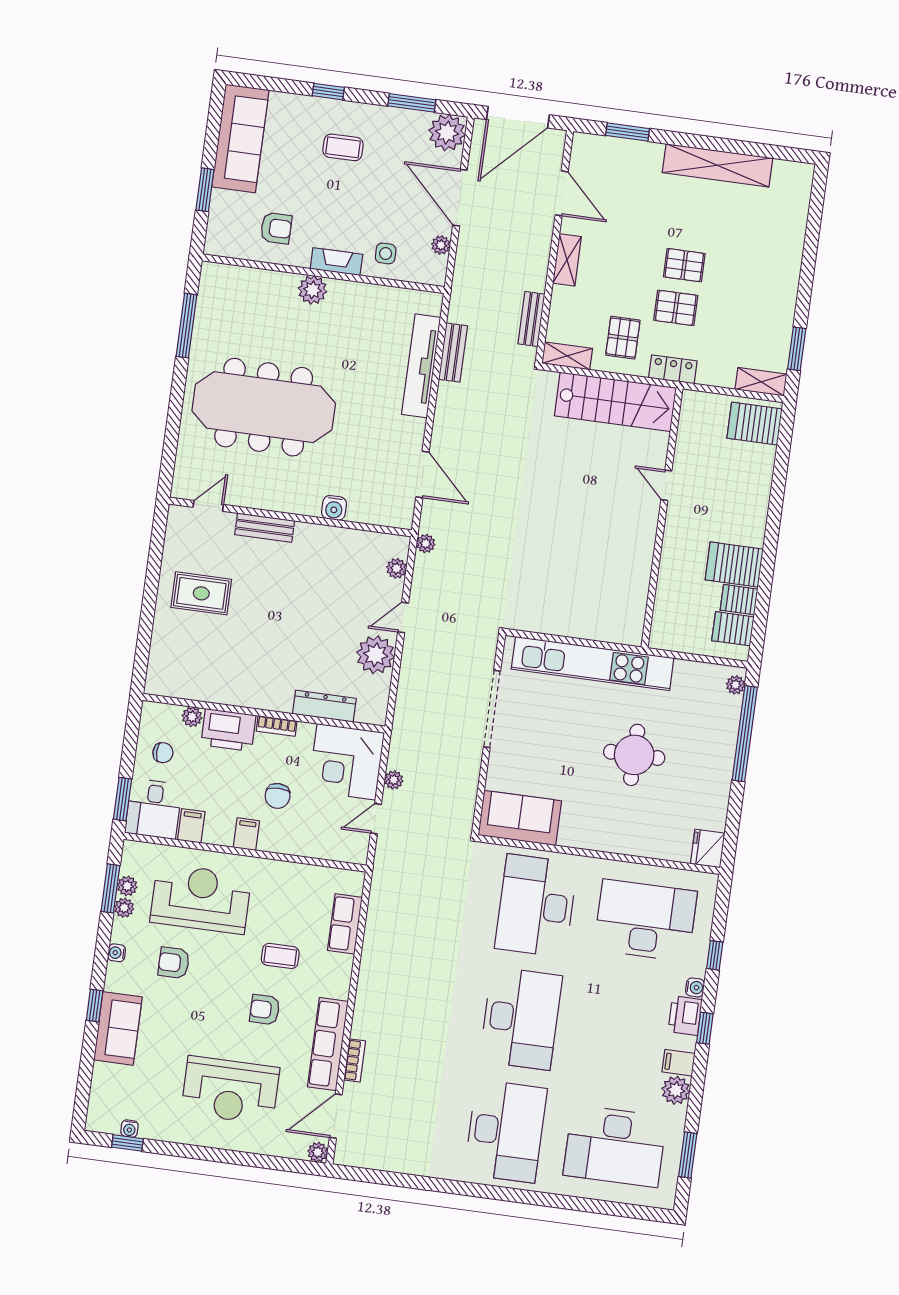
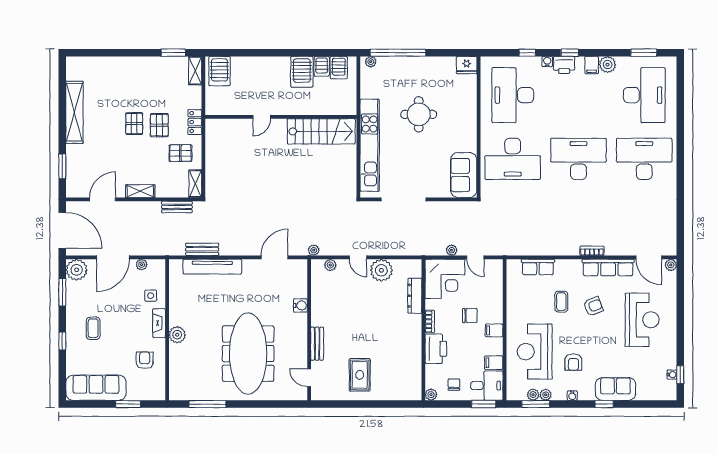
stairs: (615, 402) -> (321, 131), moved, turned 90
plant: (192, 717) -> (431, 395), moved
armchair: (265, 1010) -> (593, 306), turned -112
bookcase: (355, 1060) -> (592, 251), moved

